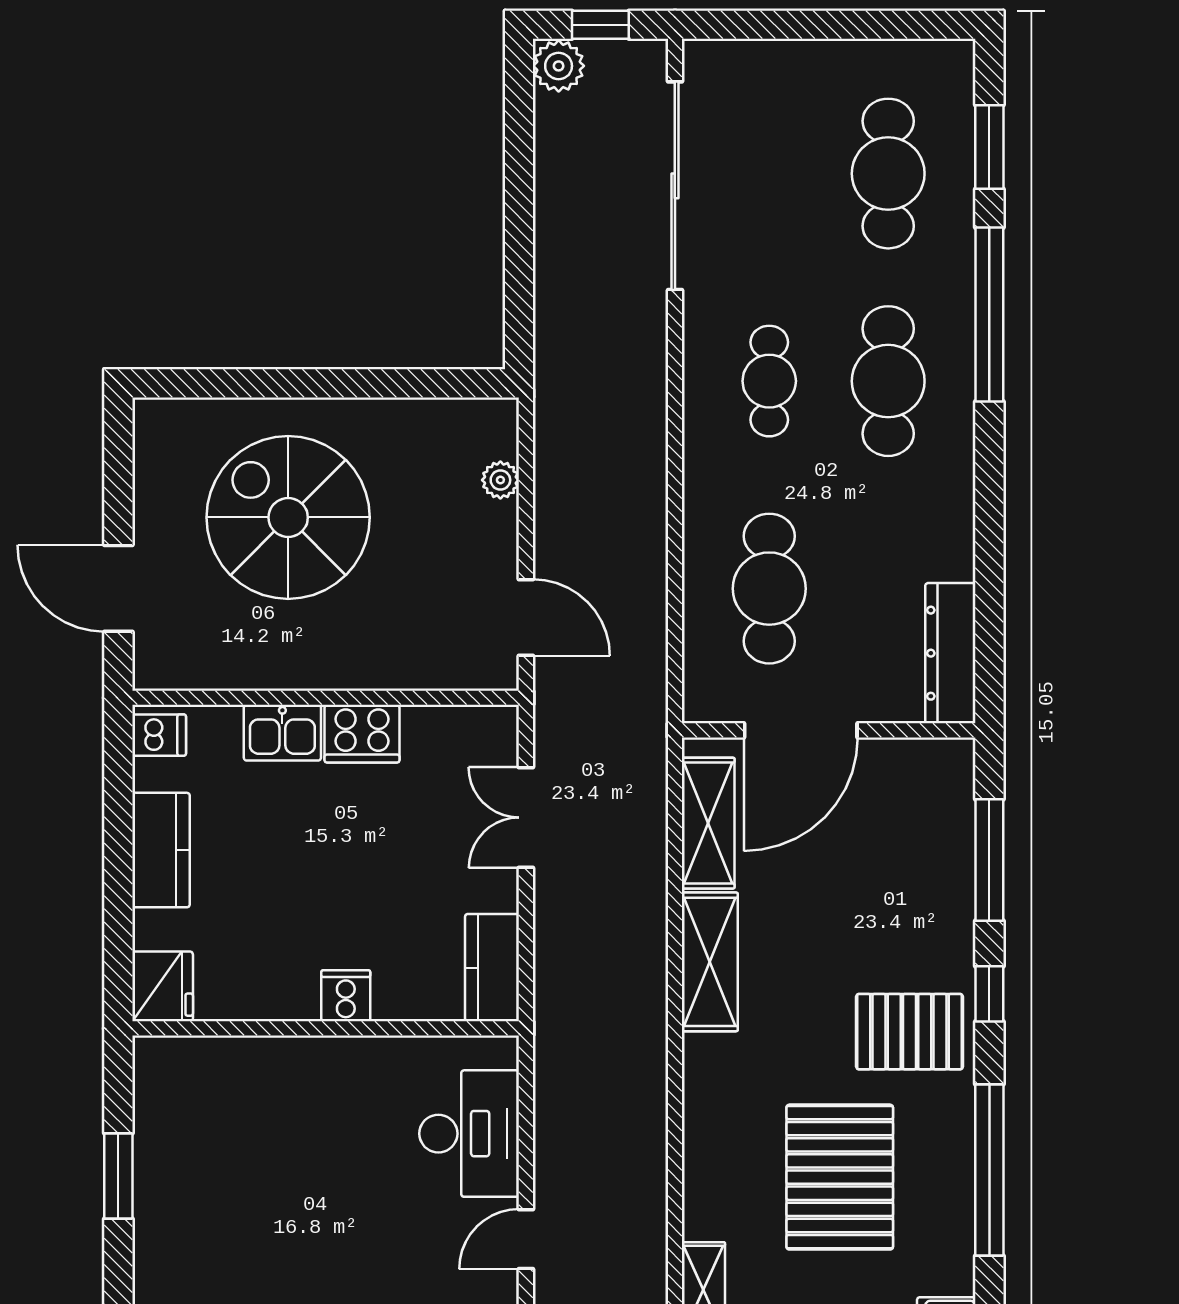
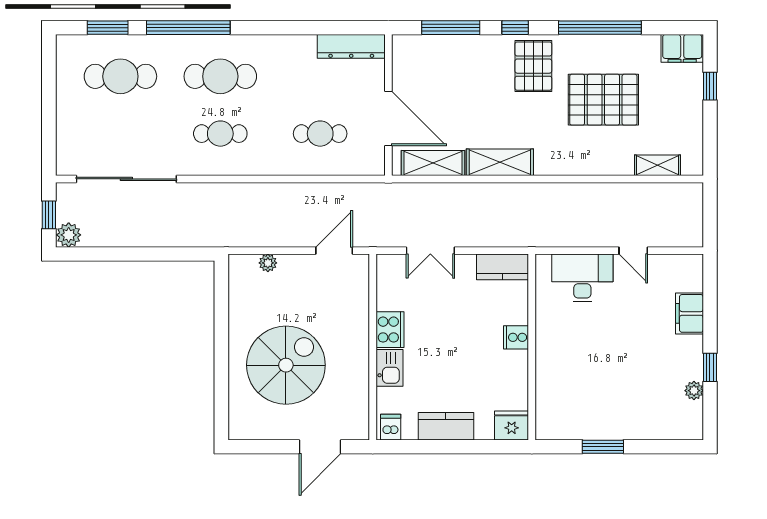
spiral stairs: (288, 517) -> (286, 365), turned 180
cafe table: (769, 589) -> (320, 134), width x0.73, depth x0.74

